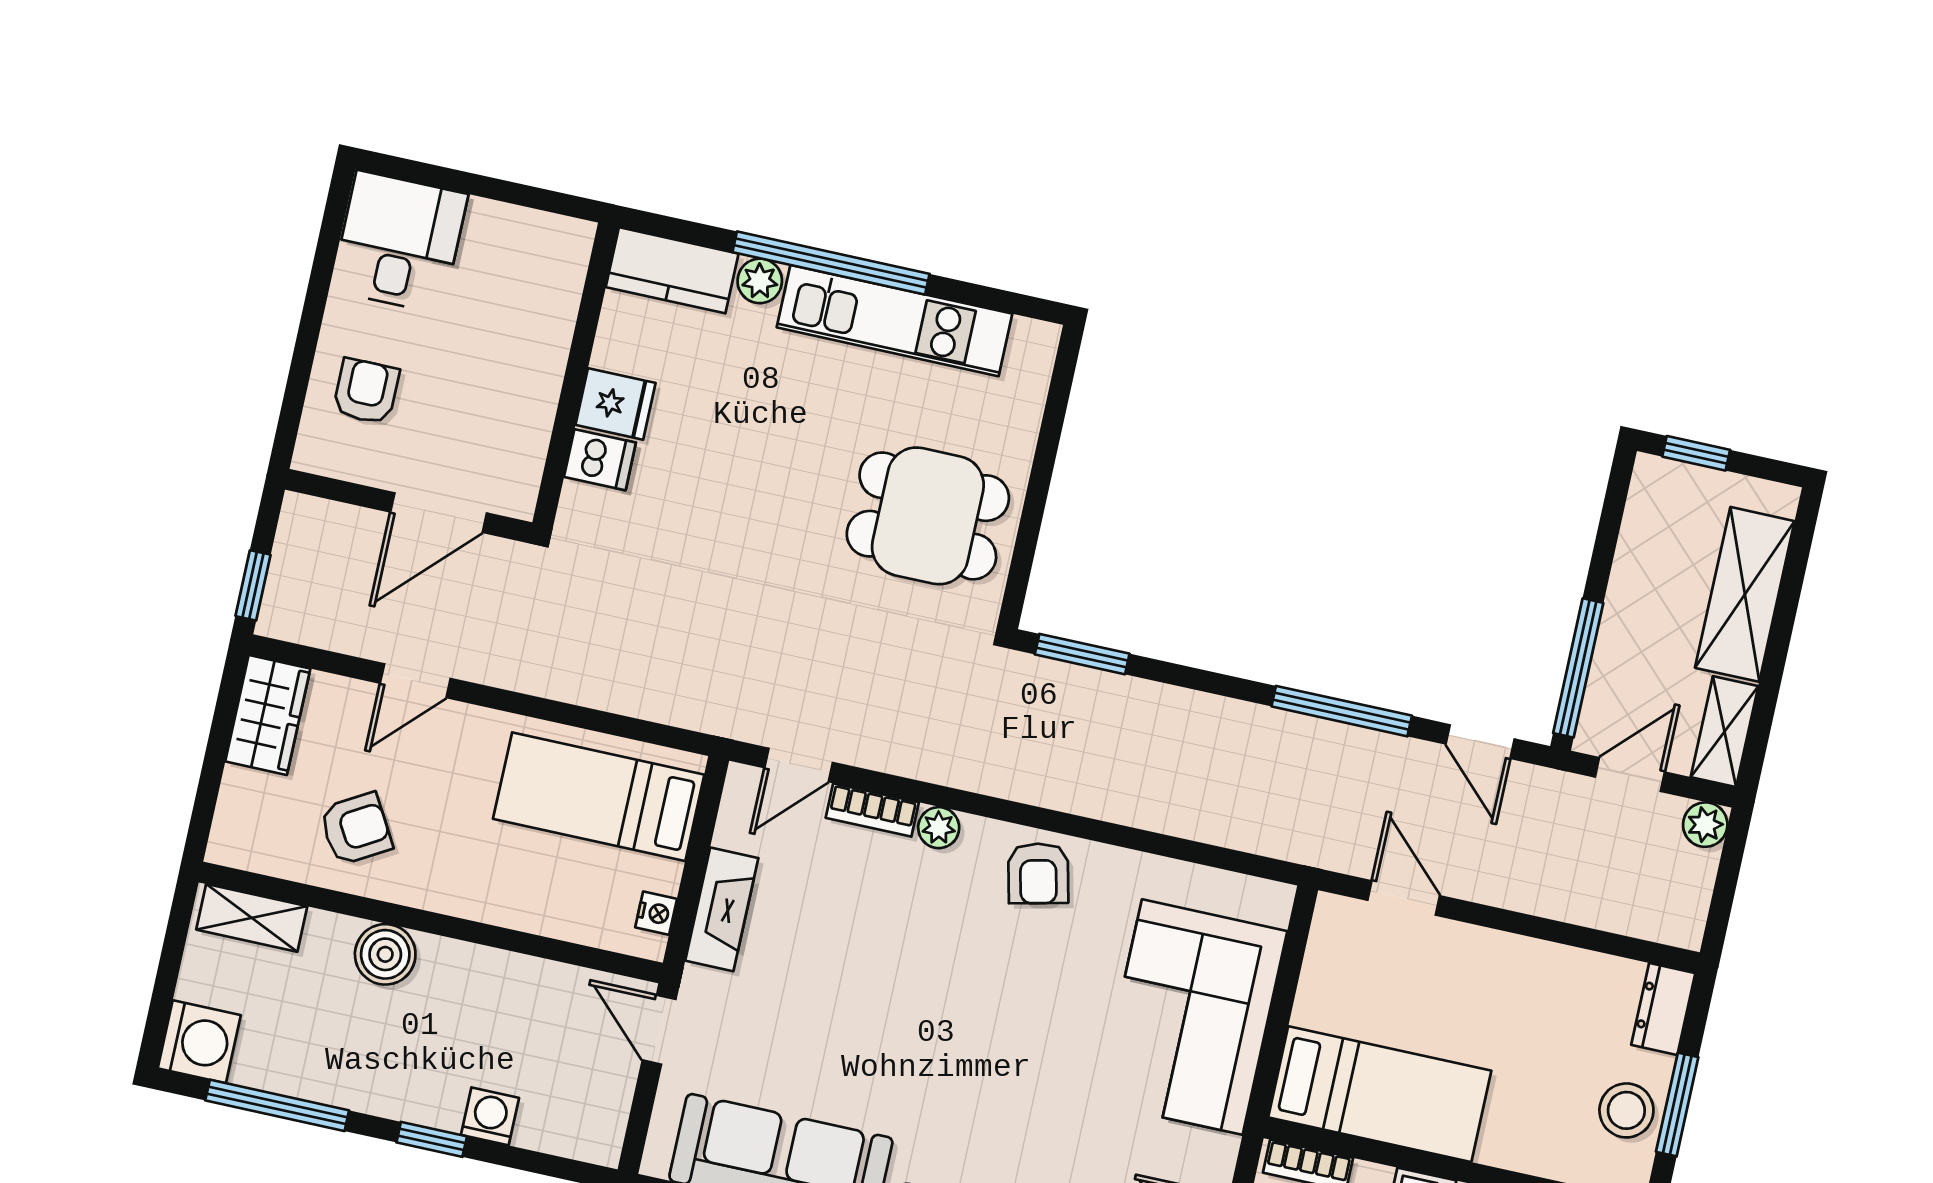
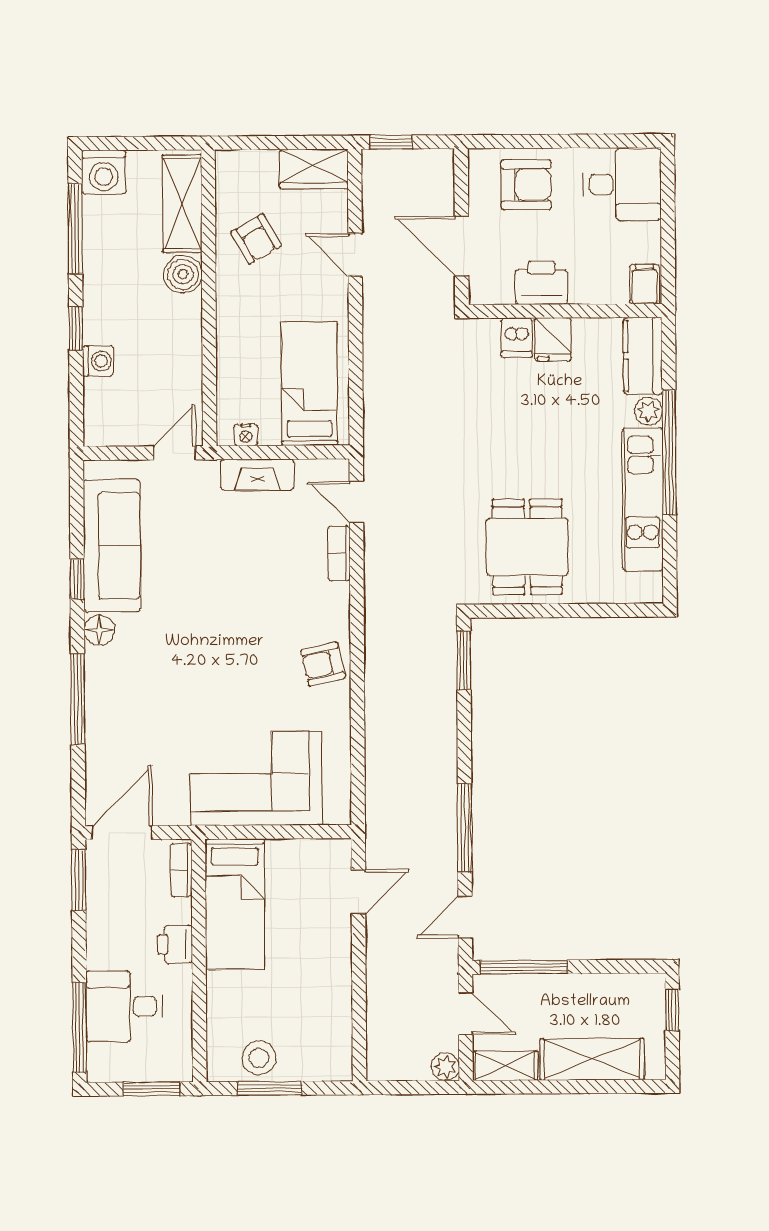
filing cabinet: (562, 242) -> (645, 284), added
armchair: (366, 391) -> (526, 185), width x1.38, depth x1.38
printer: (524, 402) -> (541, 283), added
plant: (939, 828) -> (337, 597), removed
shelving: (252, 918) -> (182, 204), width x1.50, depth x1.33
dresser: (1663, 1009) -> (326, 1067), removed

